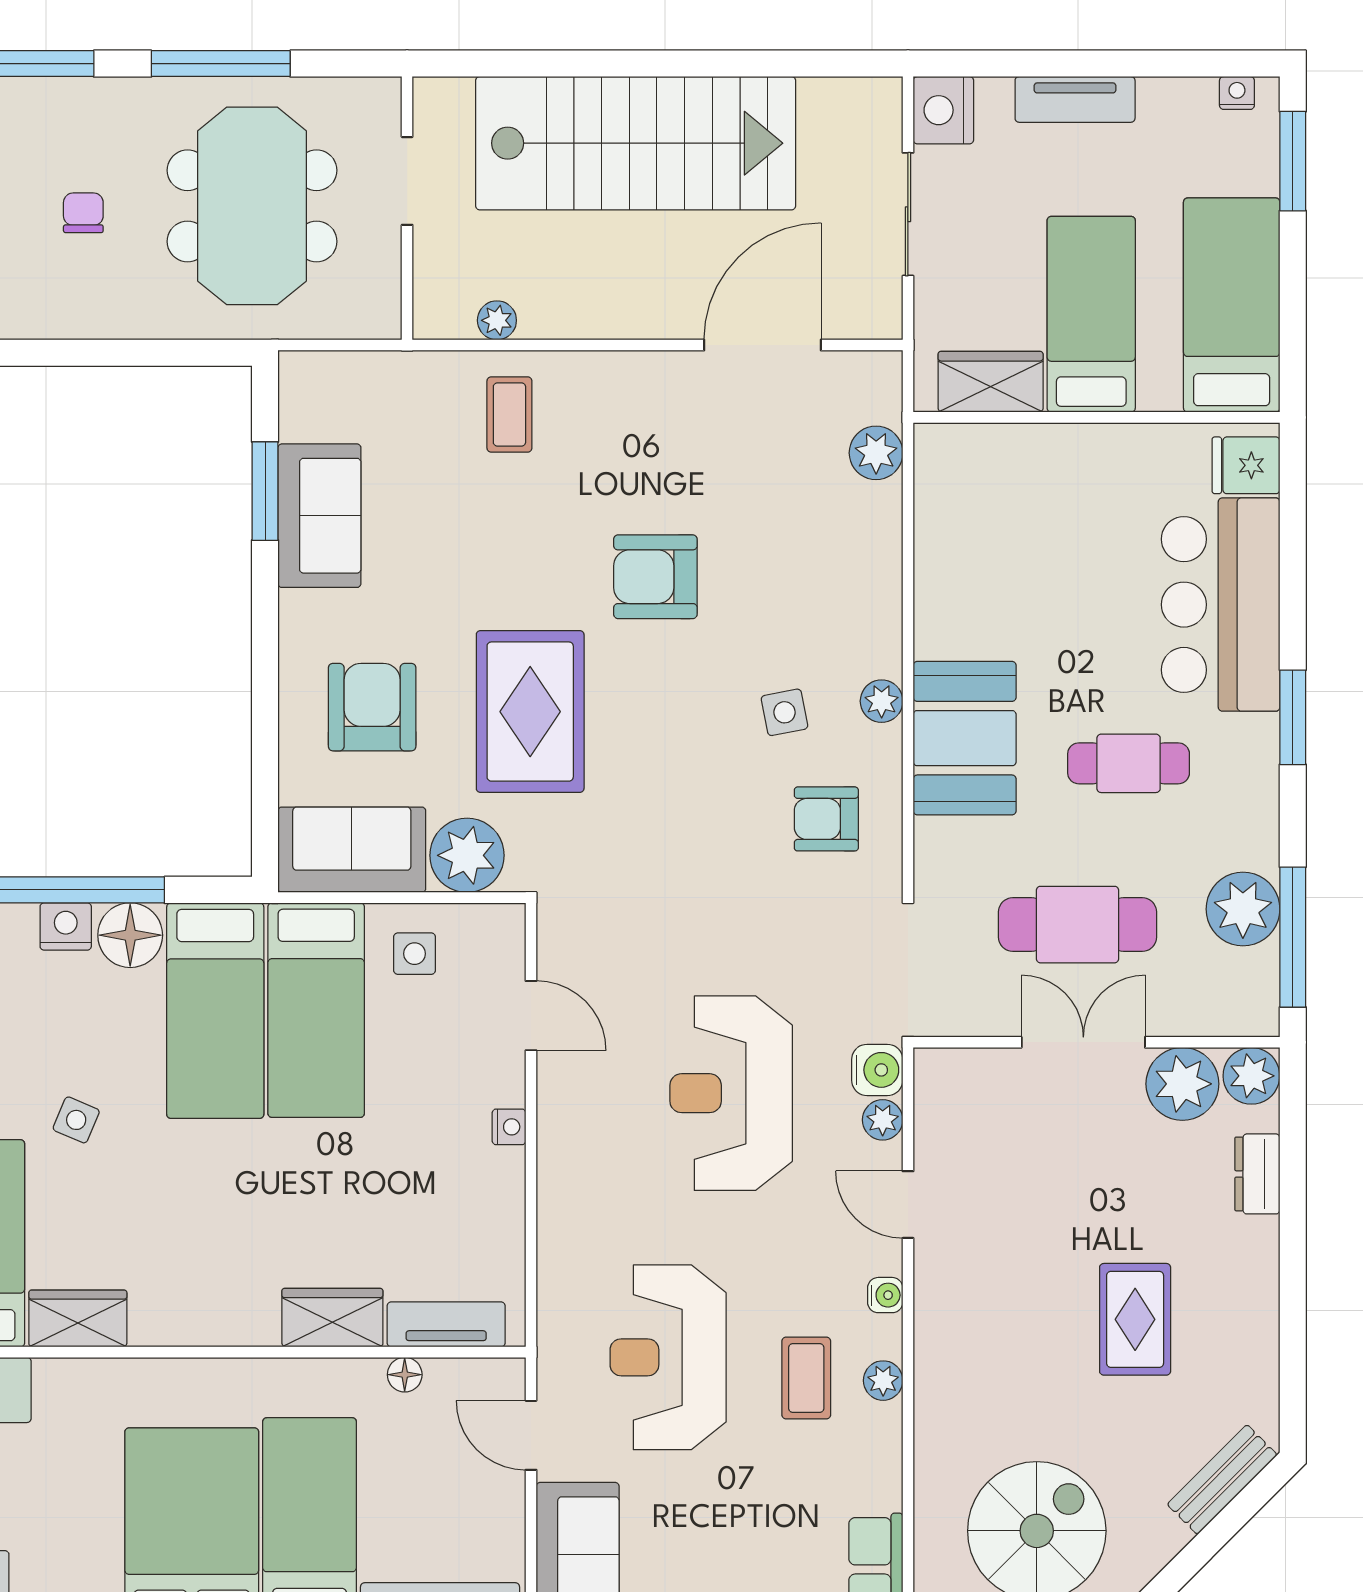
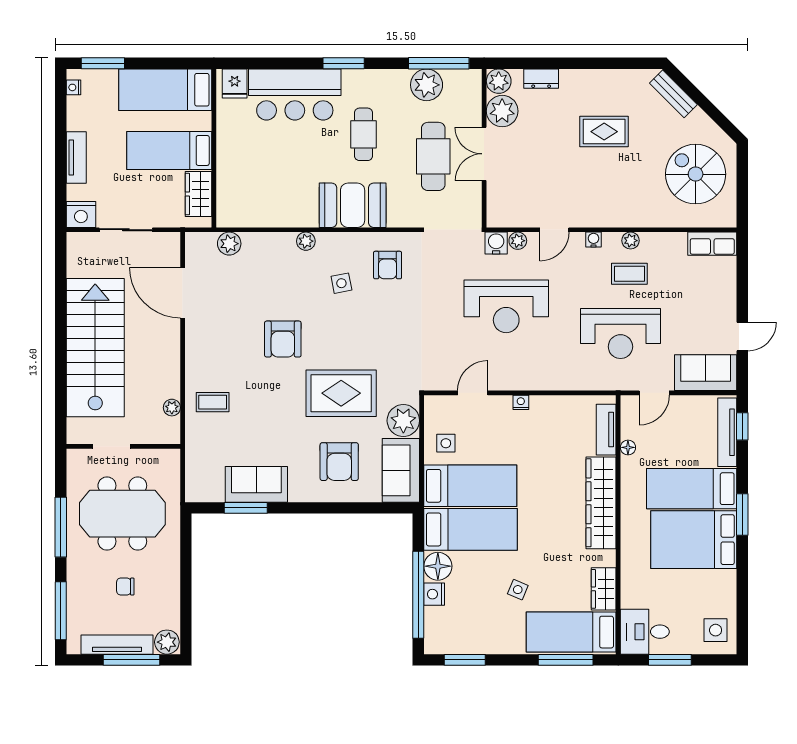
plant: (882, 701) -> (306, 241), moved
armchair: (372, 707) -> (339, 462), turned -90
wardrobe: (332, 1318) -> (601, 503), width x2.10, depth x1.17

